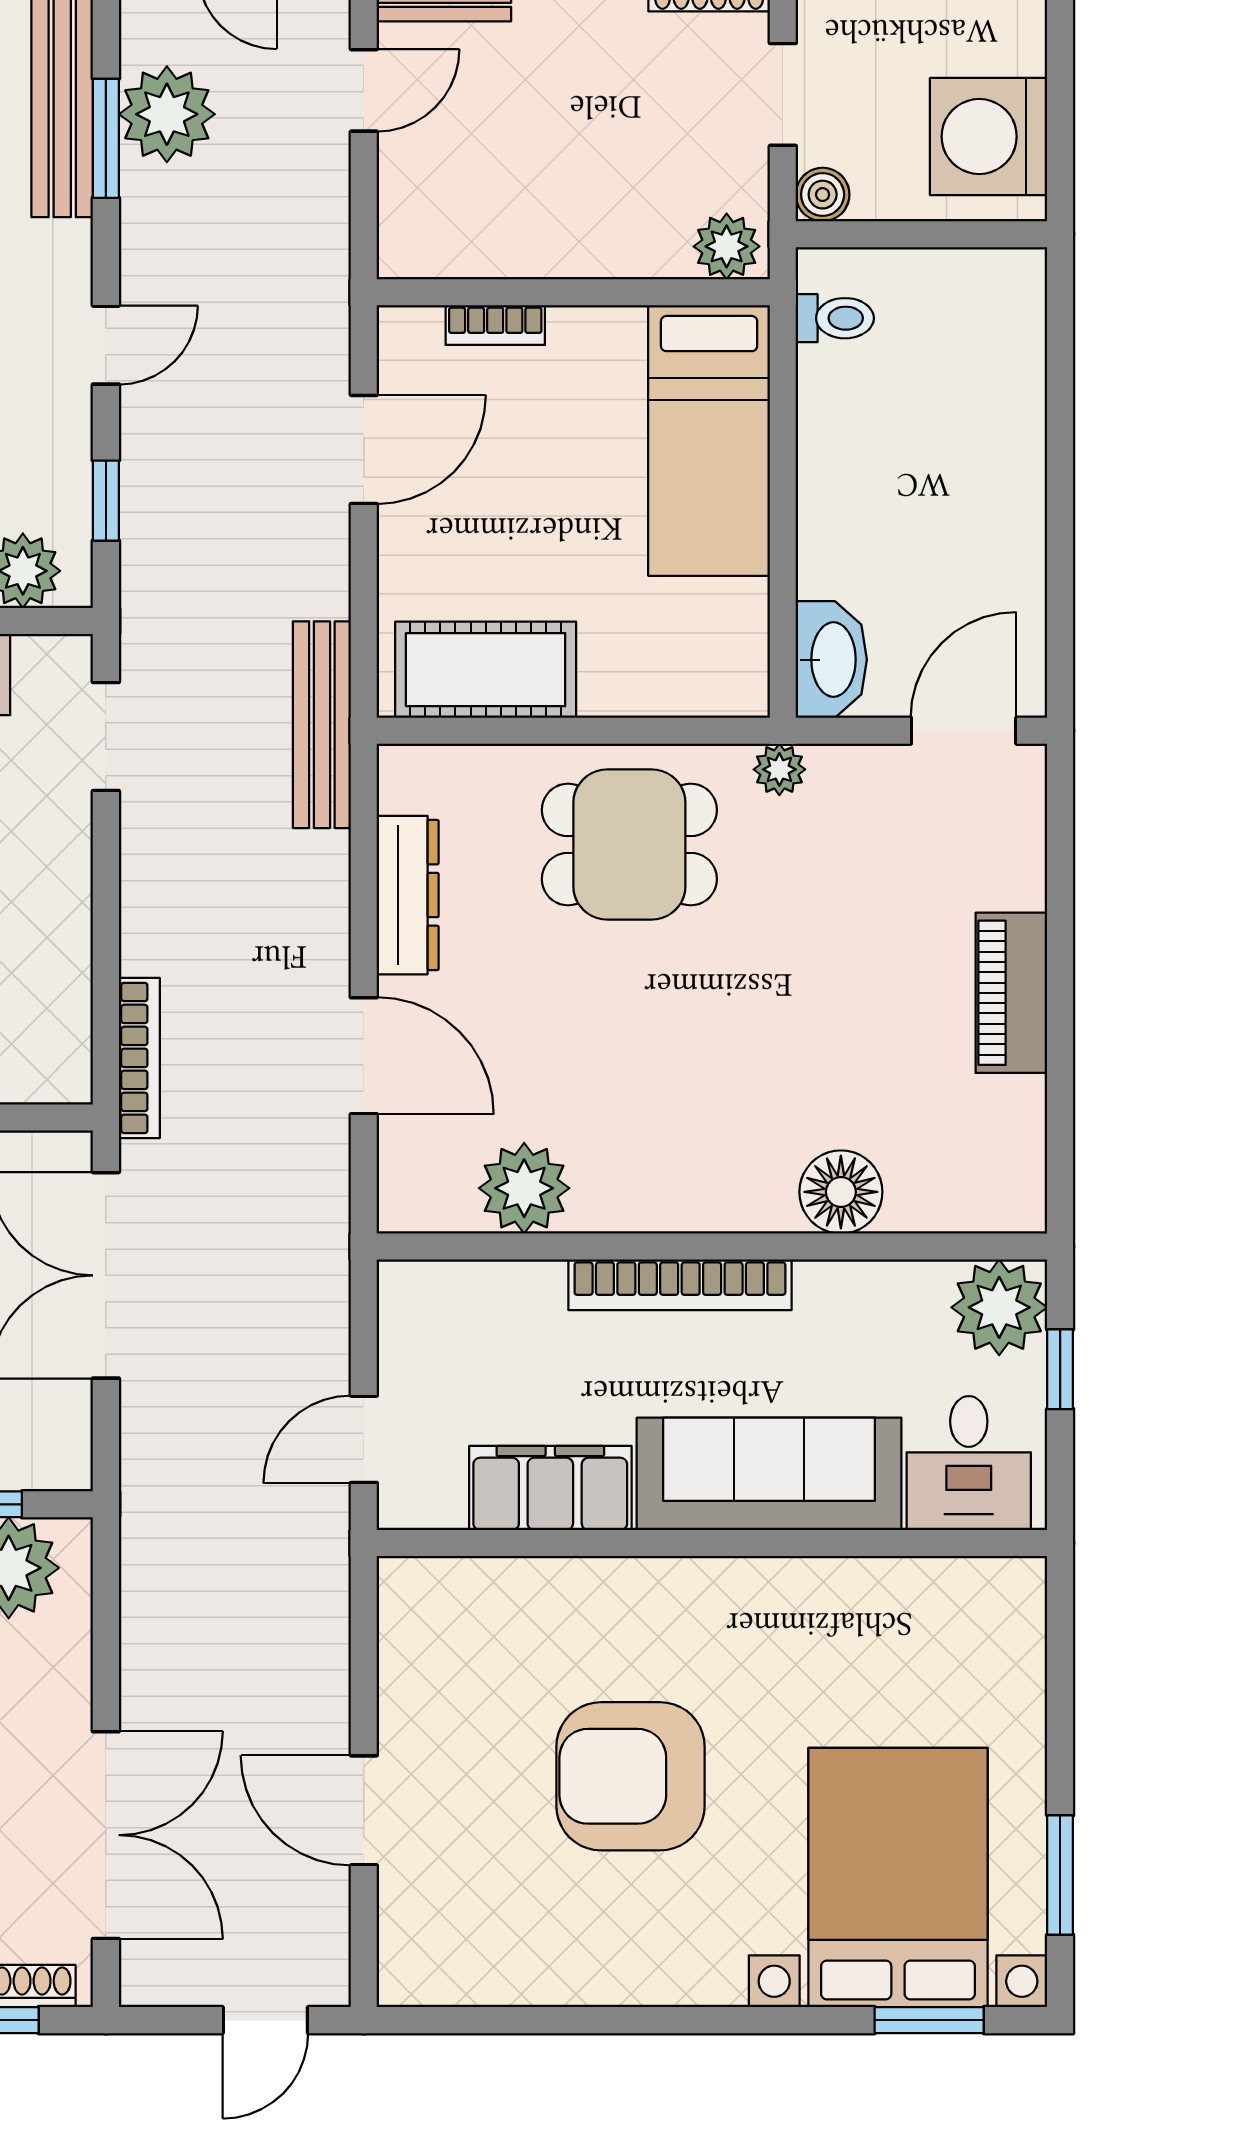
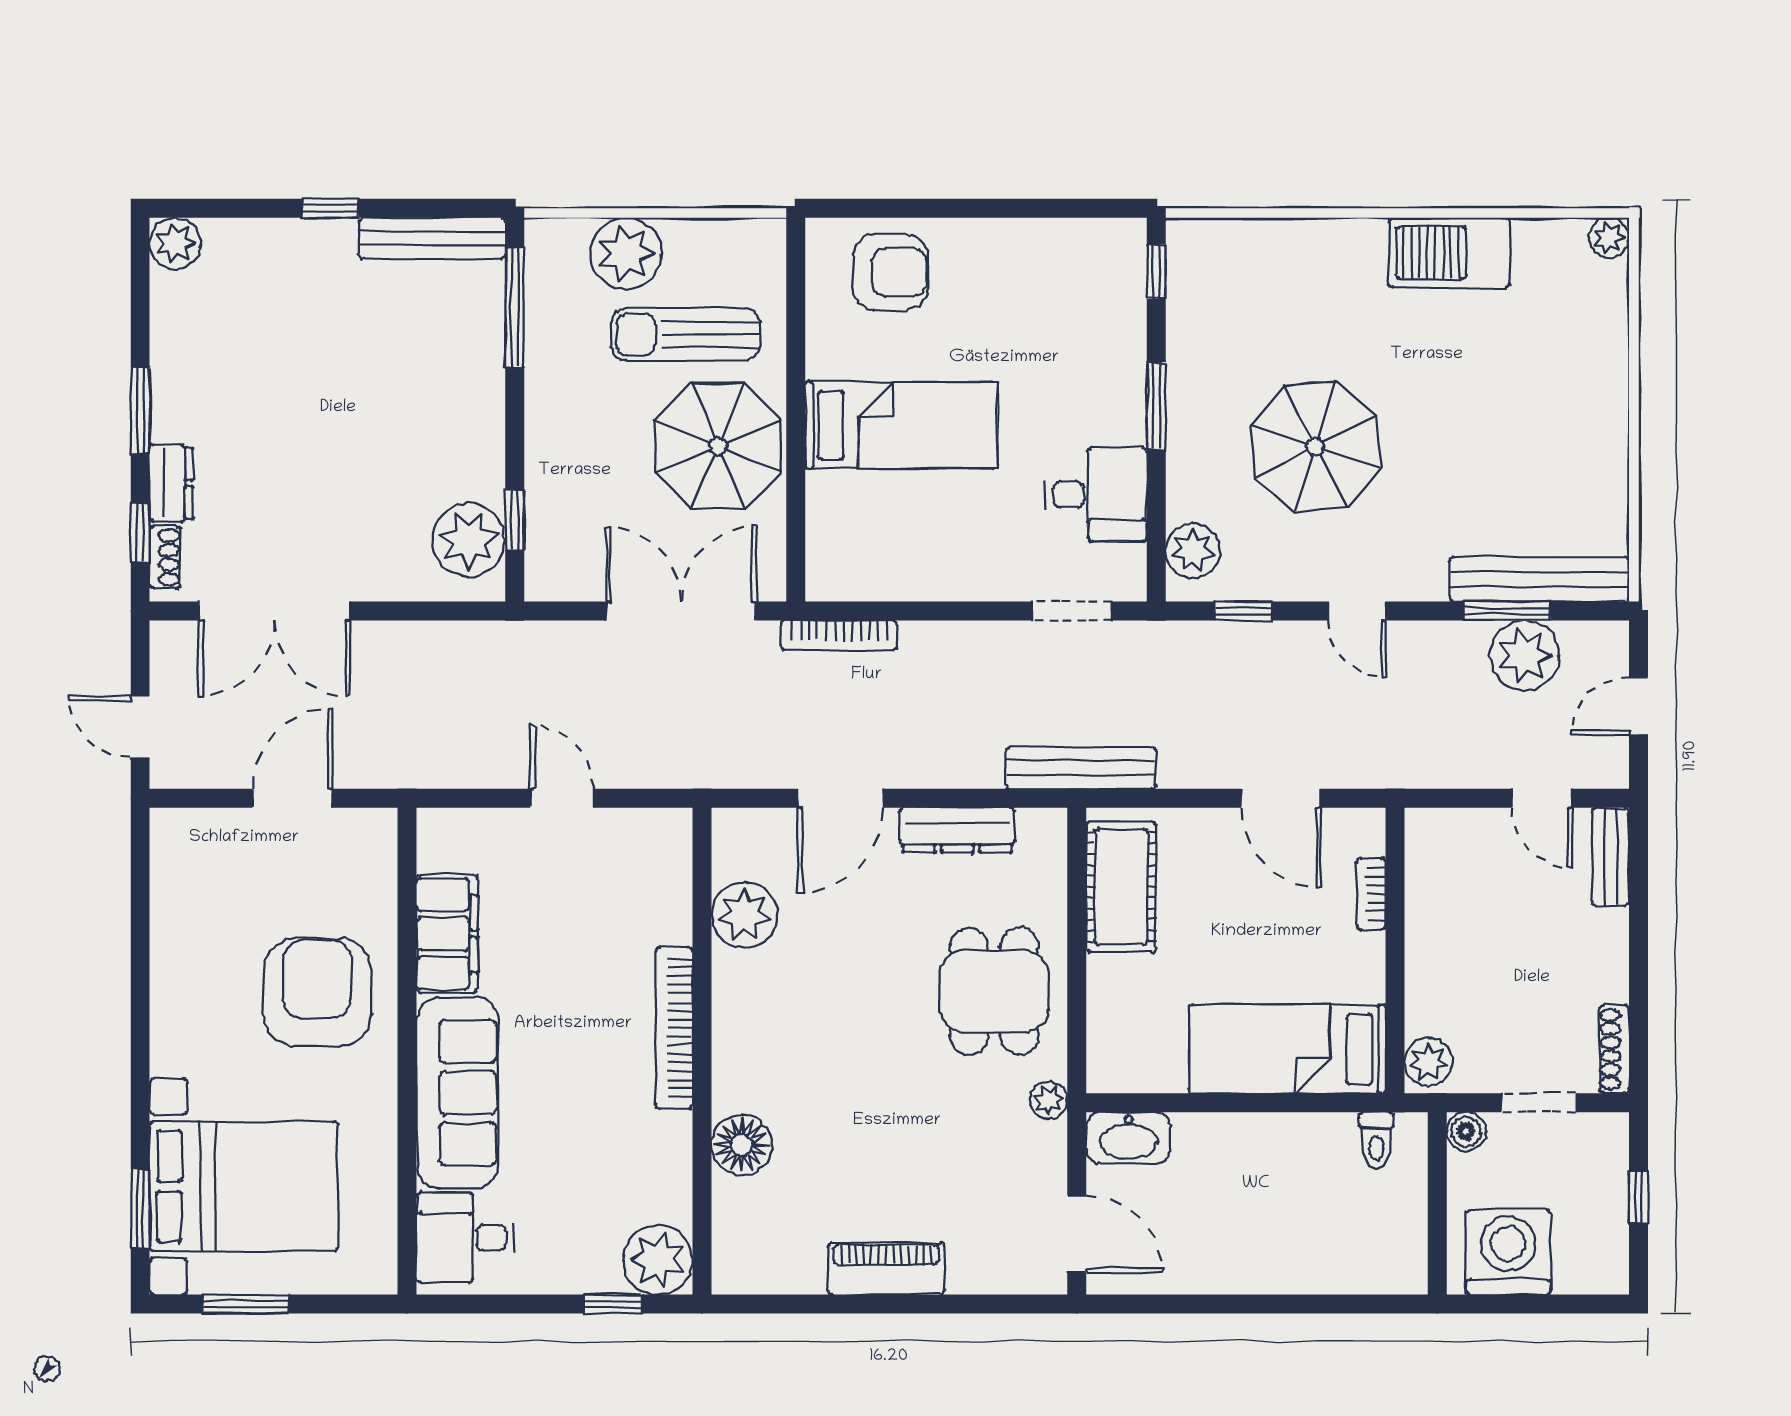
desk: (969, 1463) -> (465, 1238), moved
sofa: (769, 1474) -> (457, 1093), moved
filing cabinet: (550, 1488) -> (447, 934), moved
wall: (712, 1543) -> (407, 1051), moved

